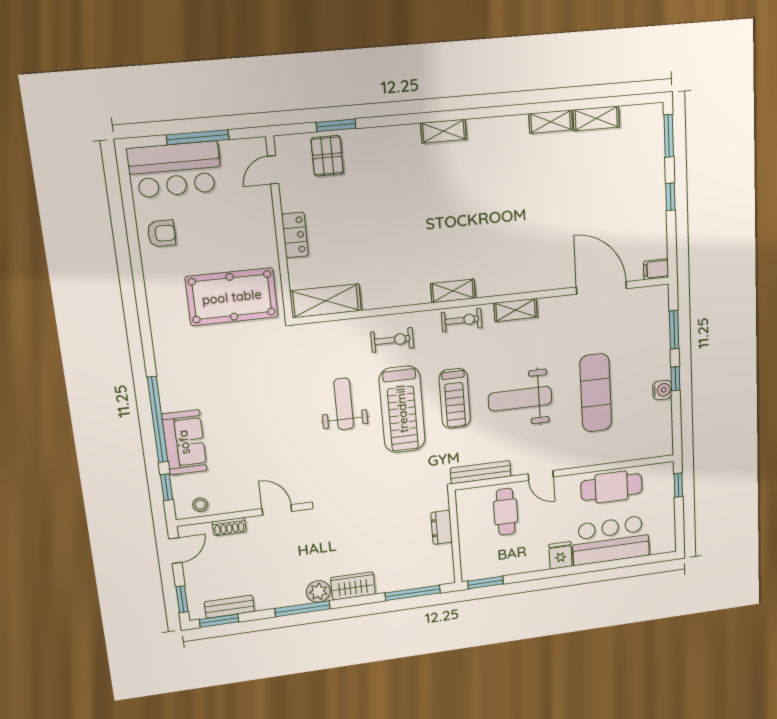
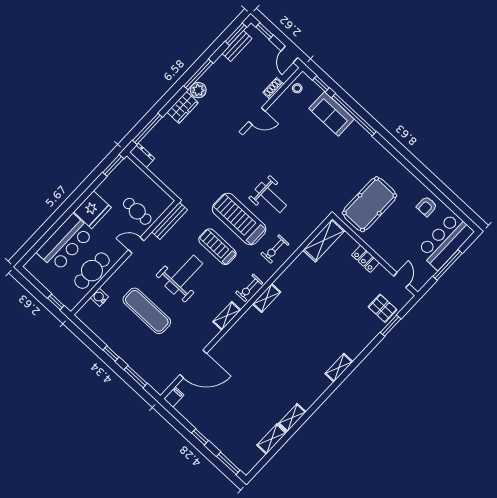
water cooler: (662, 390) -> (99, 297), moved, turned 90
dresser: (441, 527) -> (142, 155), moved
fridge: (560, 555) -> (93, 210), width x1.88, depth x1.34

